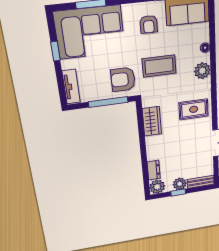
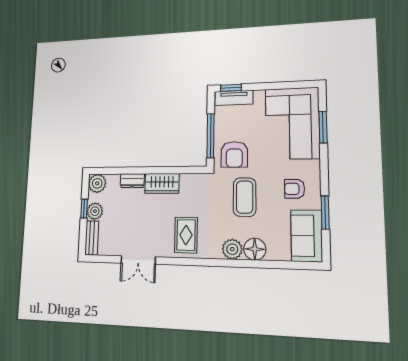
floor lamp: (205, 48) -> (255, 249), width x1.89, depth x1.89
window: (55, 51) -> (231, 88), moved
armchair: (123, 79) -> (234, 154), turned 180
wardrobe: (152, 121) -> (162, 183), moved
dresser: (154, 170) -> (132, 181), moved

